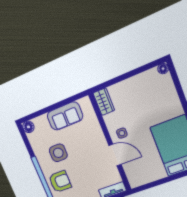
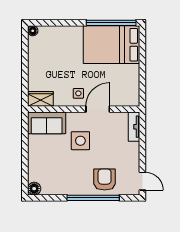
sofa: (65, 116) -> (47, 123), moved, turned 90
side table: (58, 153) -> (80, 141), moved

